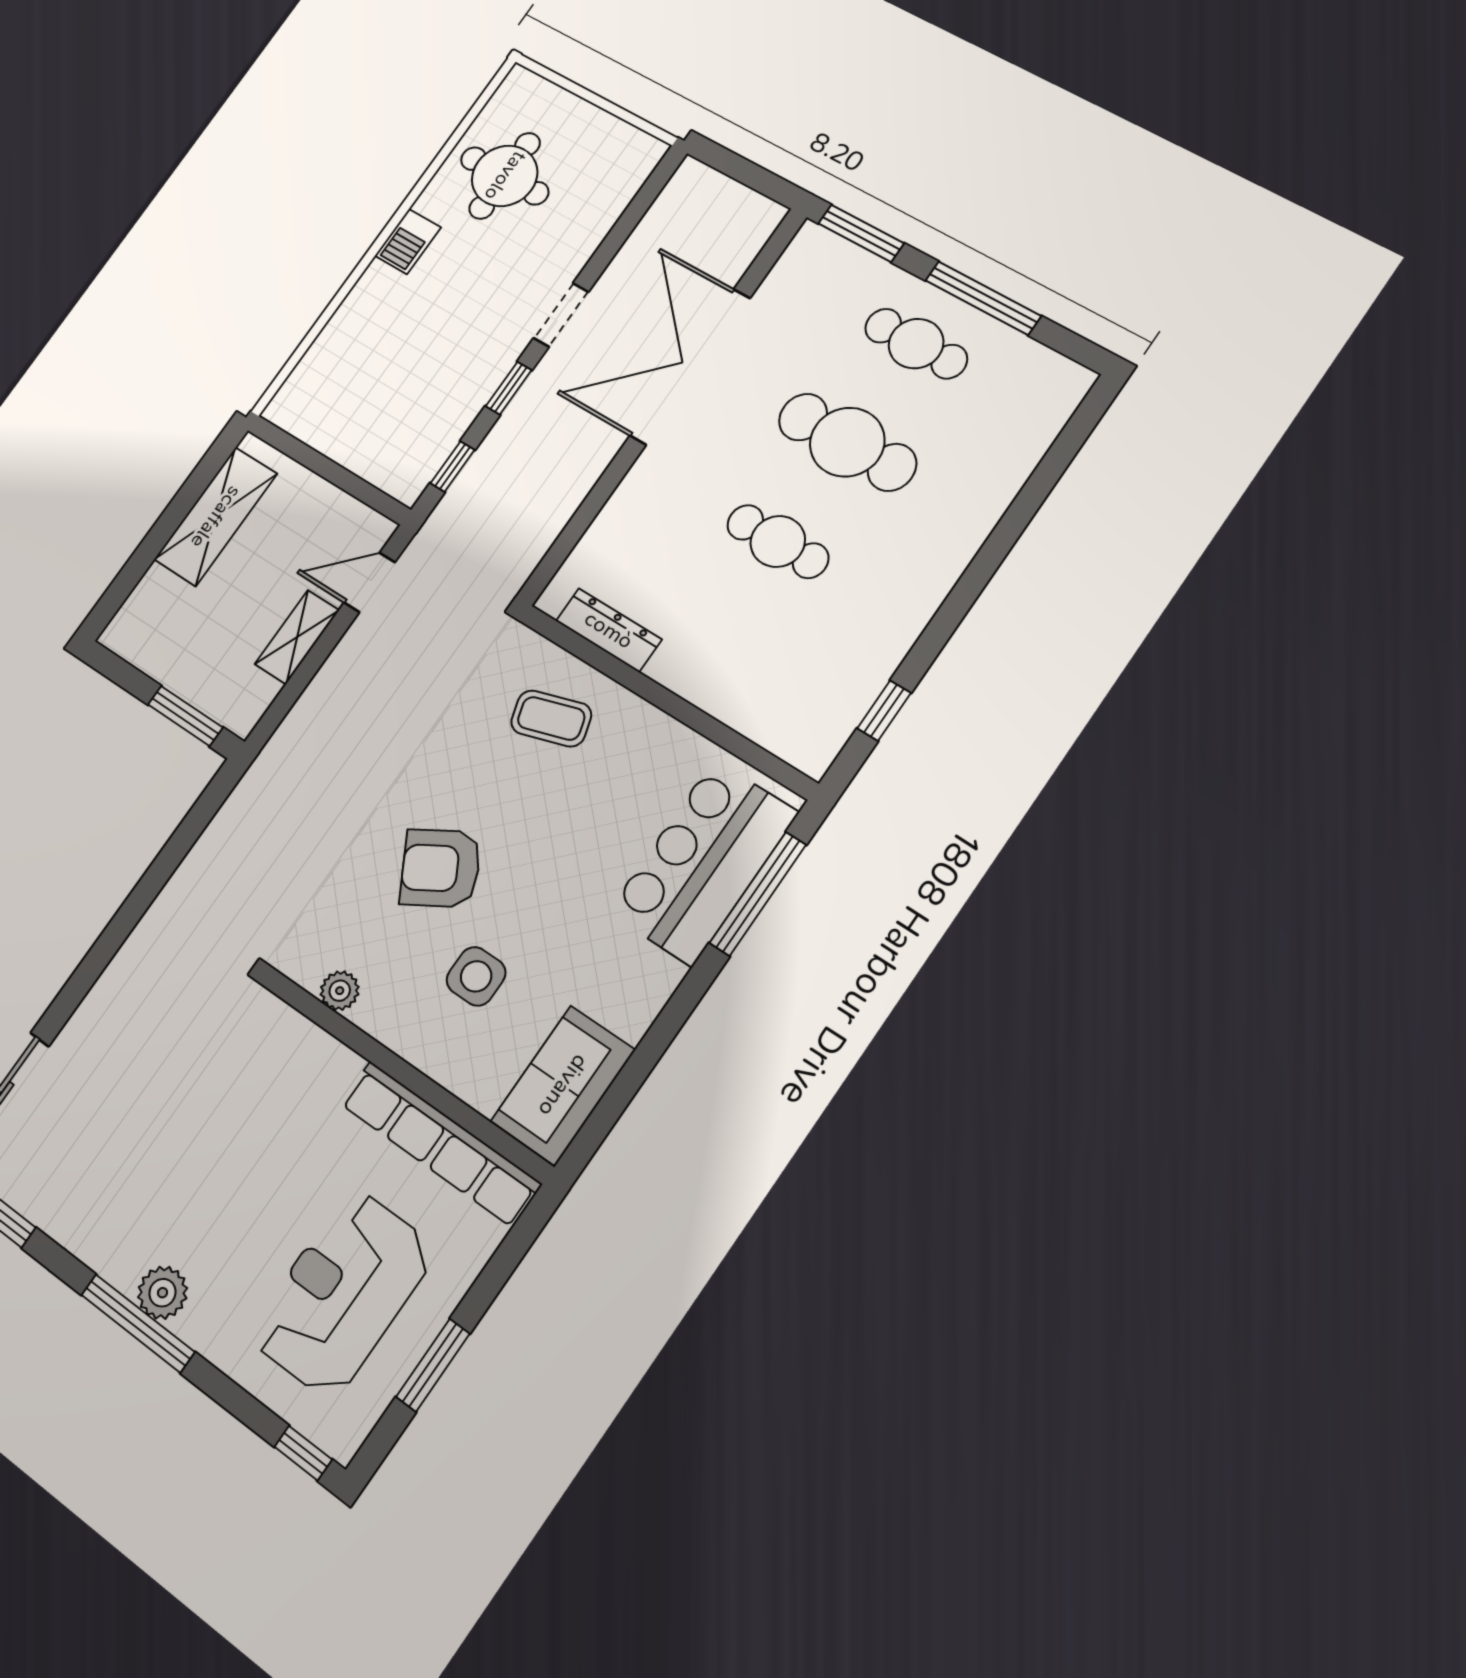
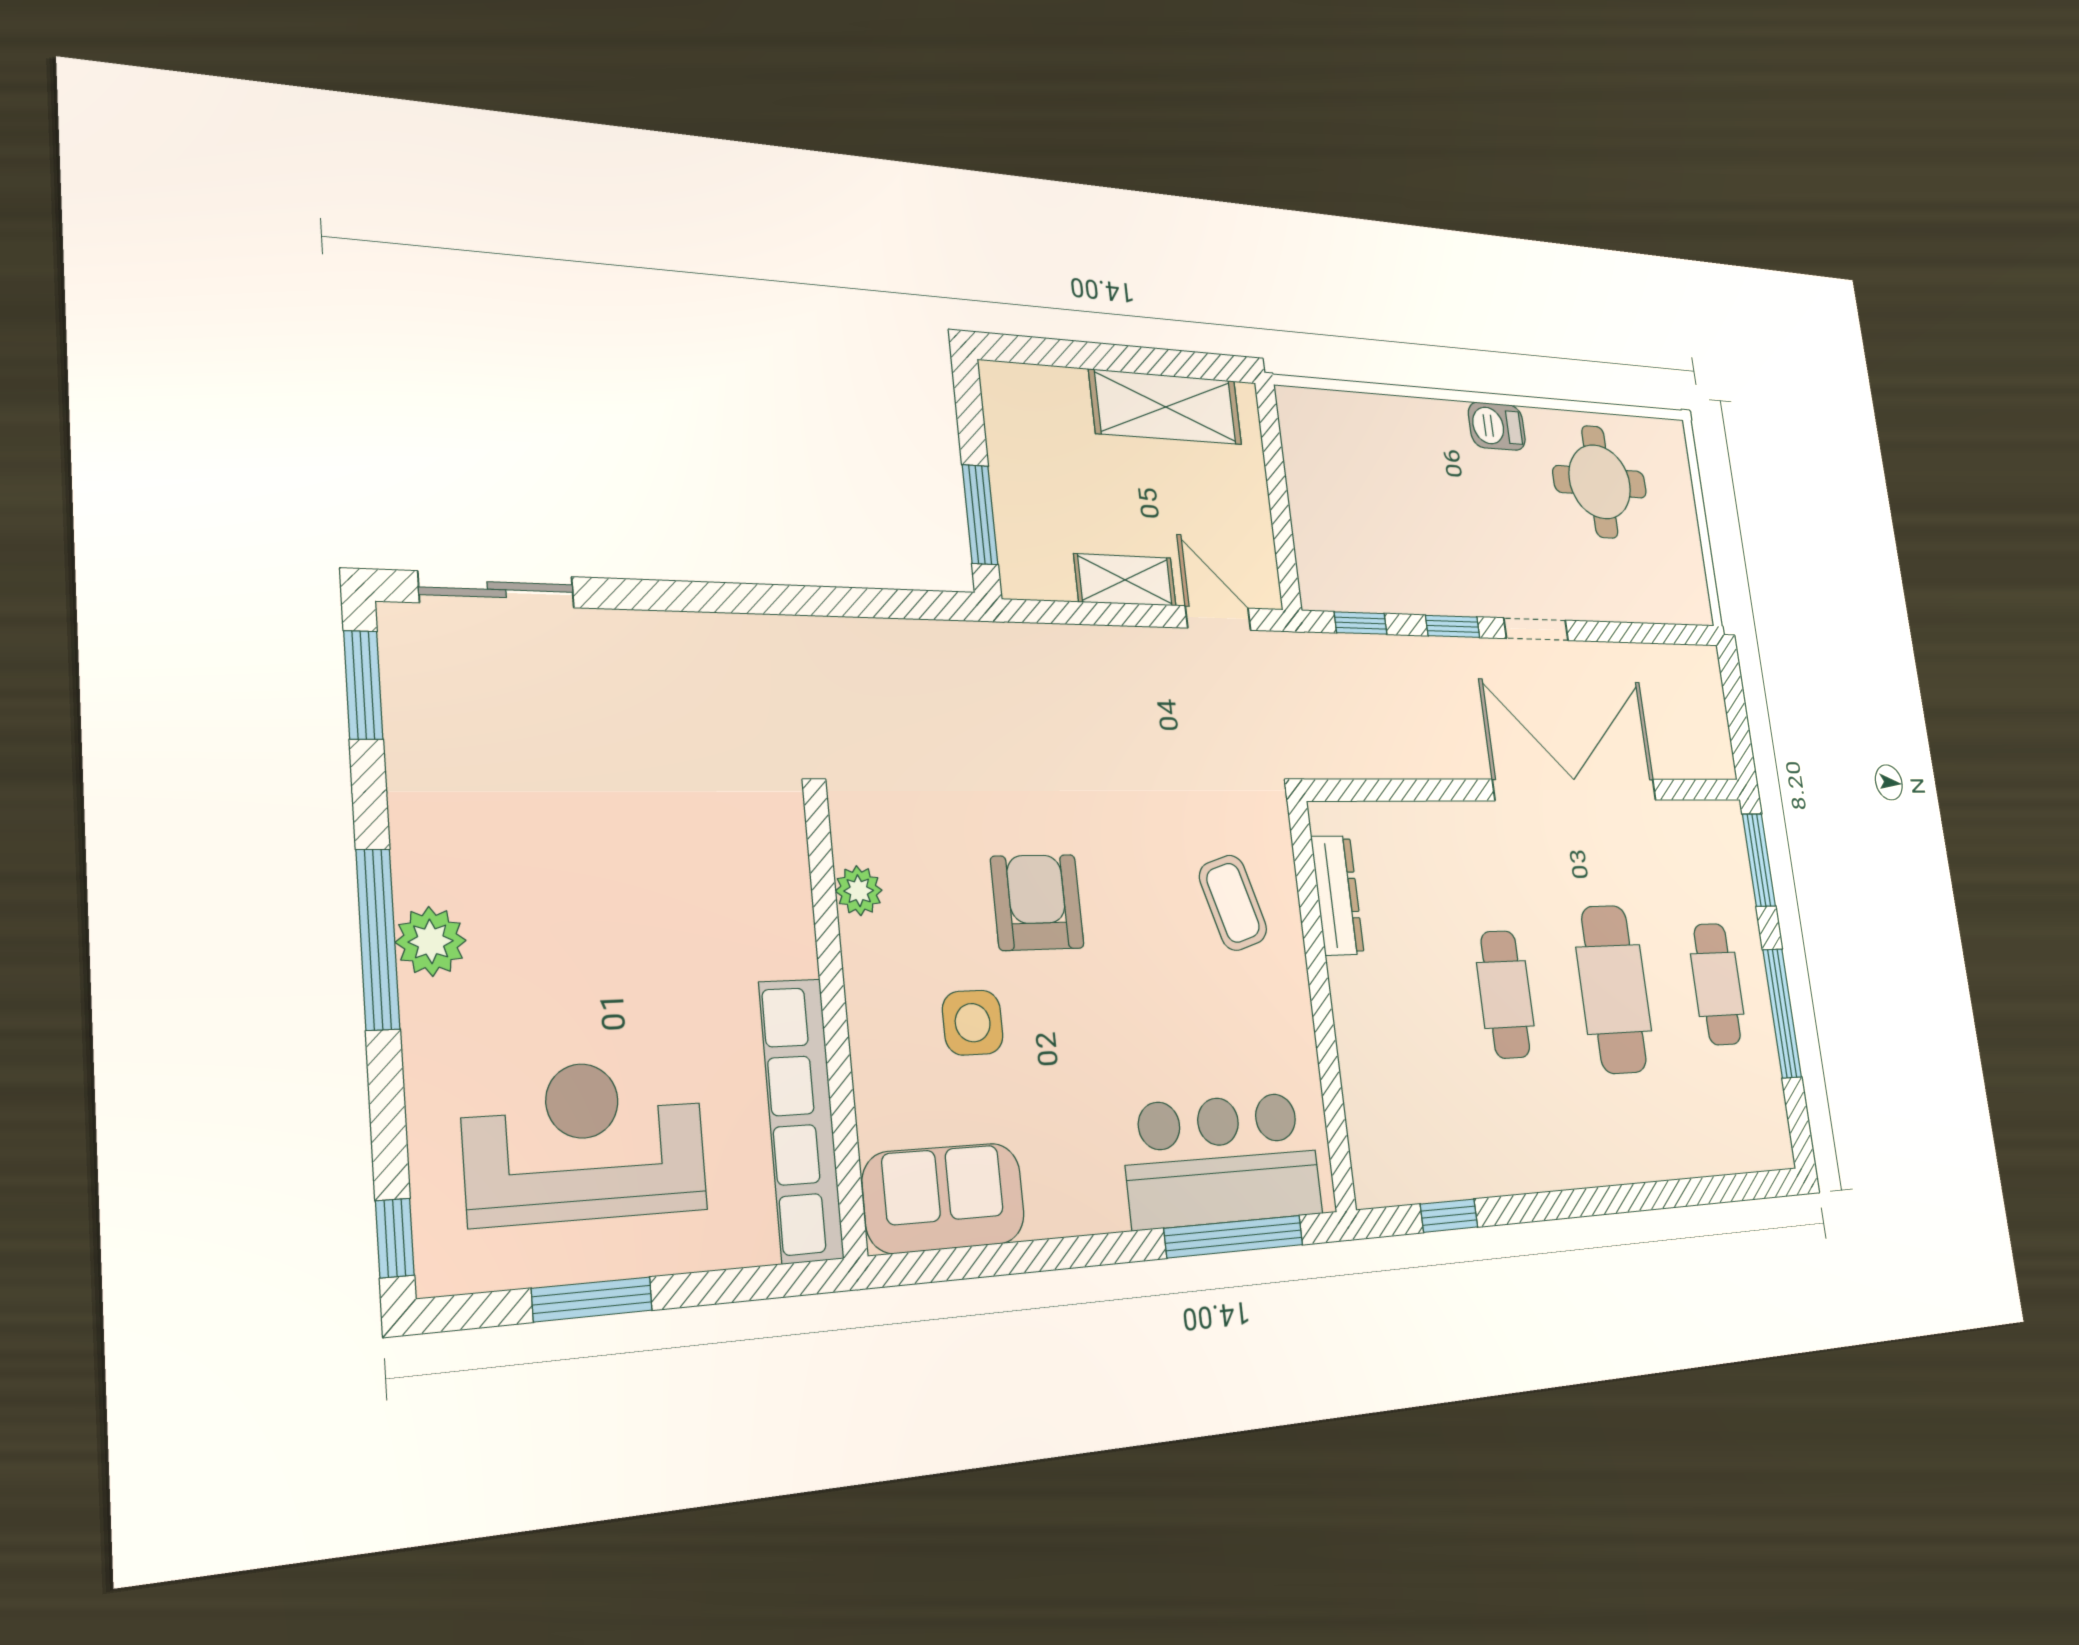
armchair: (441, 868) -> (1037, 902), turned 30

